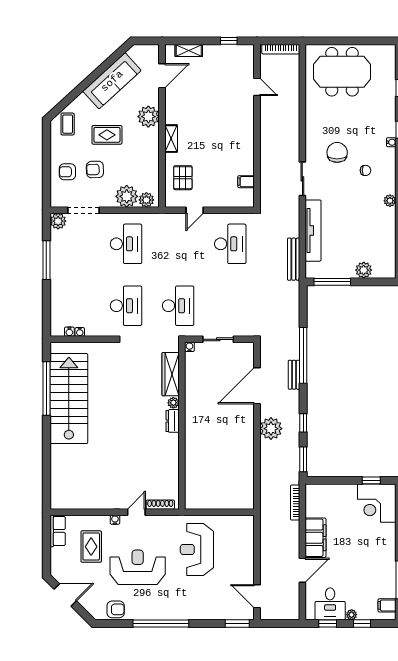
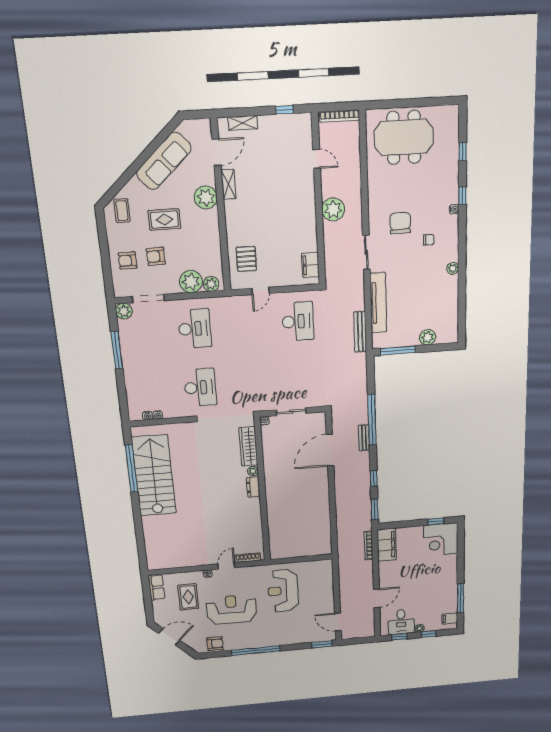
shelving: (171, 139) -> (228, 184), moved
filing cabinet: (246, 182) -> (310, 265), width x2.00
desk: (178, 306) -> (251, 384), removed
plant: (271, 429) -> (333, 209), moved
filing cabinet: (315, 538) -> (387, 545), moved

